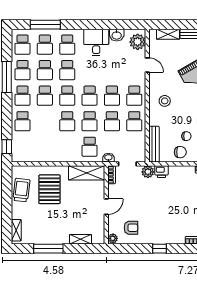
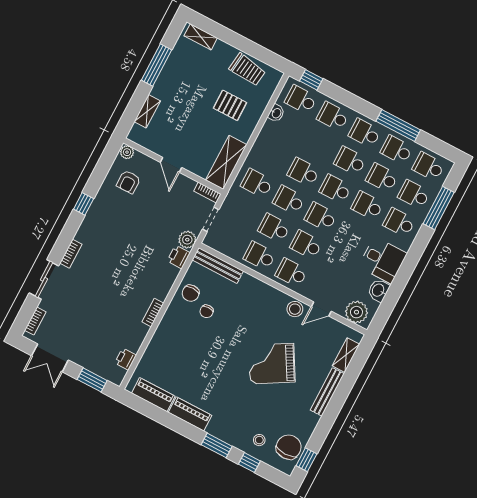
stool: (165, 101) -> (295, 309), moved
school desk: (23, 147) -> (301, 100), added
washbasin: (108, 158) -> (276, 113), moved
pallet: (49, 189) -> (230, 105), width x0.67, depth x0.71

